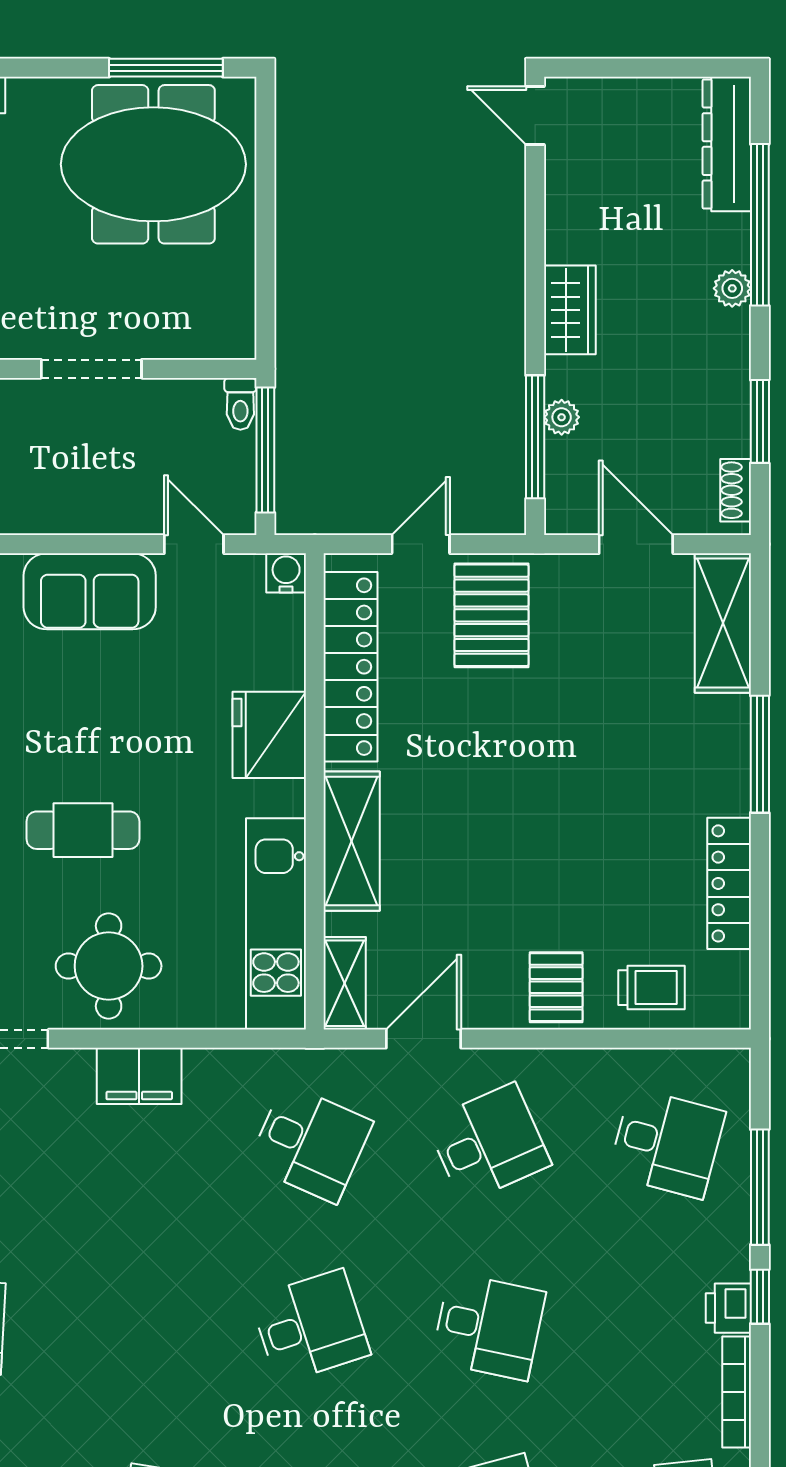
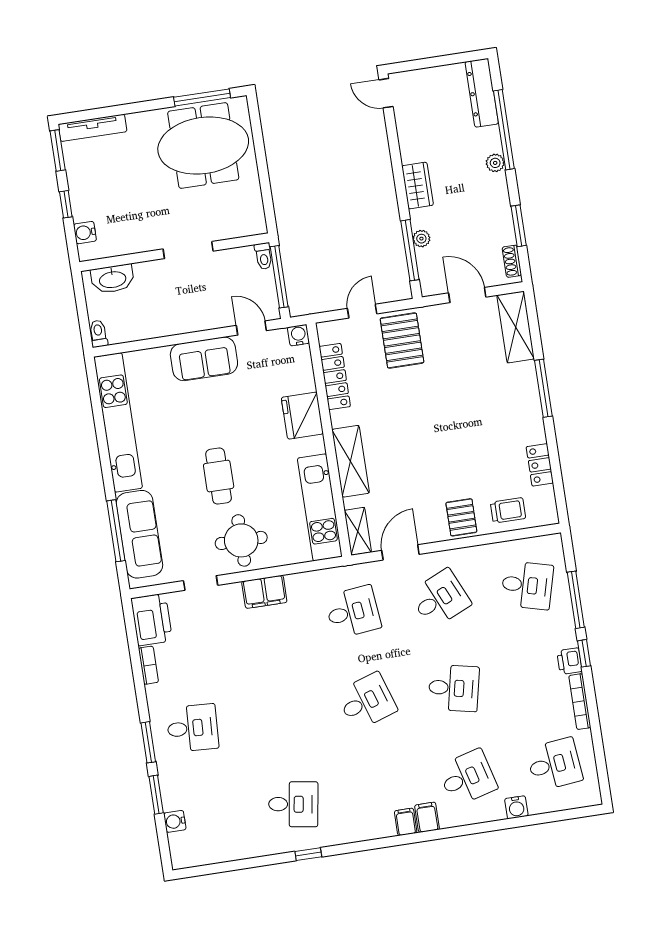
locker: (351, 667) -> (335, 377), width x0.71, depth x0.83
cafe table: (83, 830) -> (219, 476), turned 90
locker: (729, 883) -> (540, 465), width x0.66
desk: (310, 1143) -> (353, 612), turned -30

